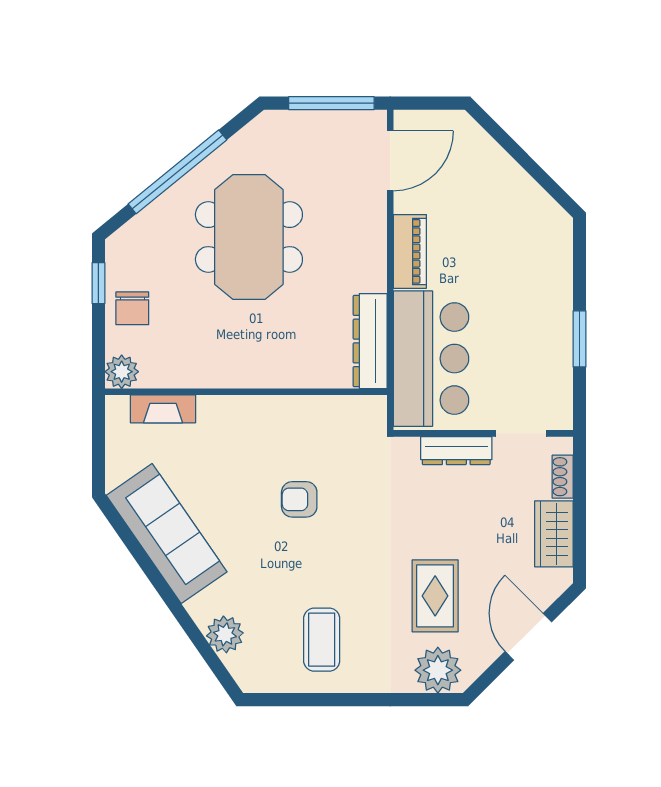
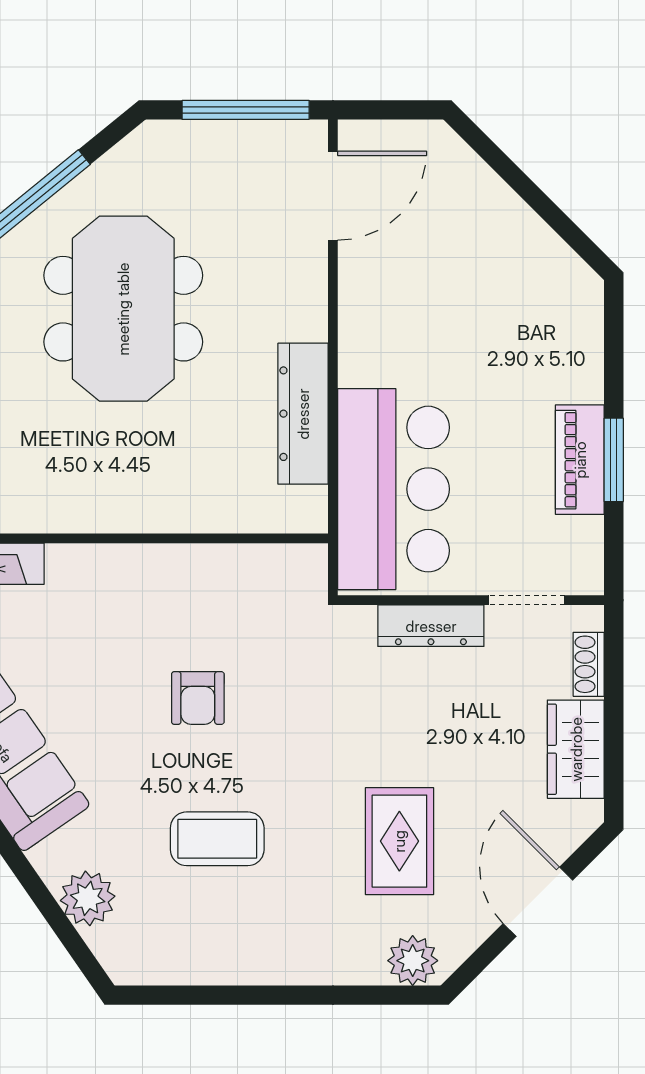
piano: (410, 251) -> (580, 460), moved, turned 180
dresser: (370, 341) -> (303, 414), moved
armchair: (299, 499) -> (198, 698), turned -90
coffee table: (322, 640) -> (217, 839), moved, turned 90
plant: (438, 670) -> (413, 961), width x0.73, depth x0.73

